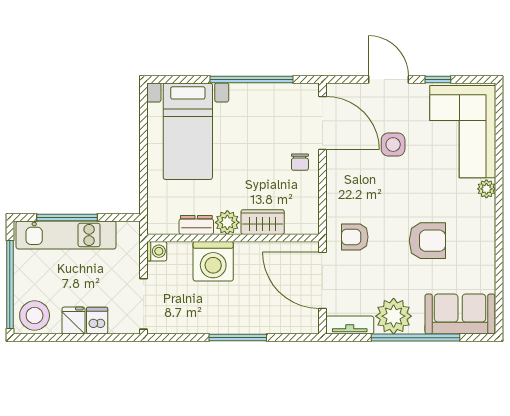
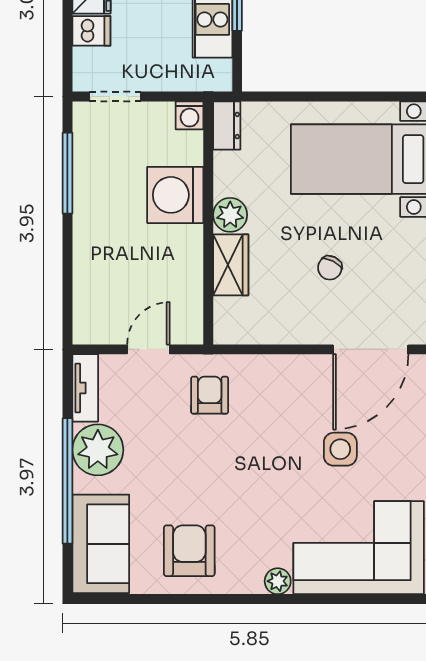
chair: (300, 162) -> (330, 268), moved, turned -63
dresser: (196, 225) -> (227, 126), moved
armchair: (427, 241) -> (189, 551), moved, turned 180
door: (322, 280) -> (148, 349), width x0.53
doorway: (144, 304) -> (115, 97), width x0.73
window: (238, 338) -> (67, 173), moved

